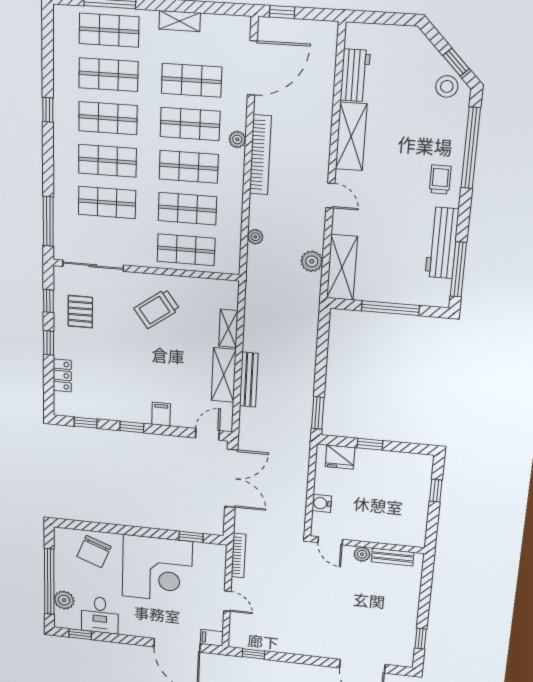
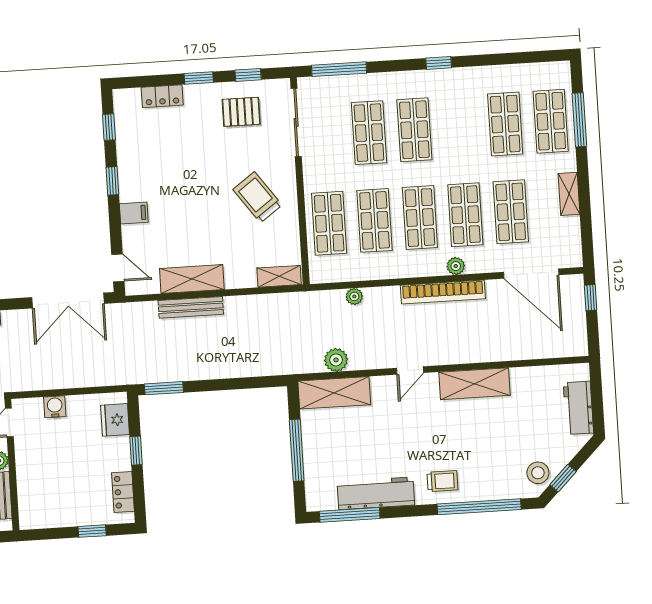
workbench: (355, 75) -> (578, 408), moved, turned 90
window: (48, 110) -> (439, 63), moved
shop shelf: (108, 118) -> (460, 127), removed
shelving: (228, 328) -> (279, 276), moved
locker: (405, 461) -> (123, 492), added

